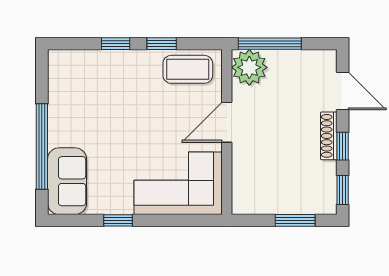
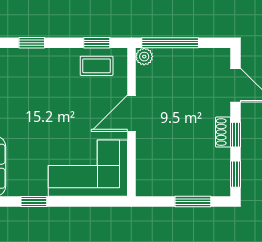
window: (162, 44) -> (97, 43), moved
plant: (249, 67) -> (144, 57), width x0.53, depth x0.53
coffee table: (188, 69) -> (97, 66), width x0.73, depth x0.77
shoe rack: (329, 136) -> (223, 132), width x0.70

